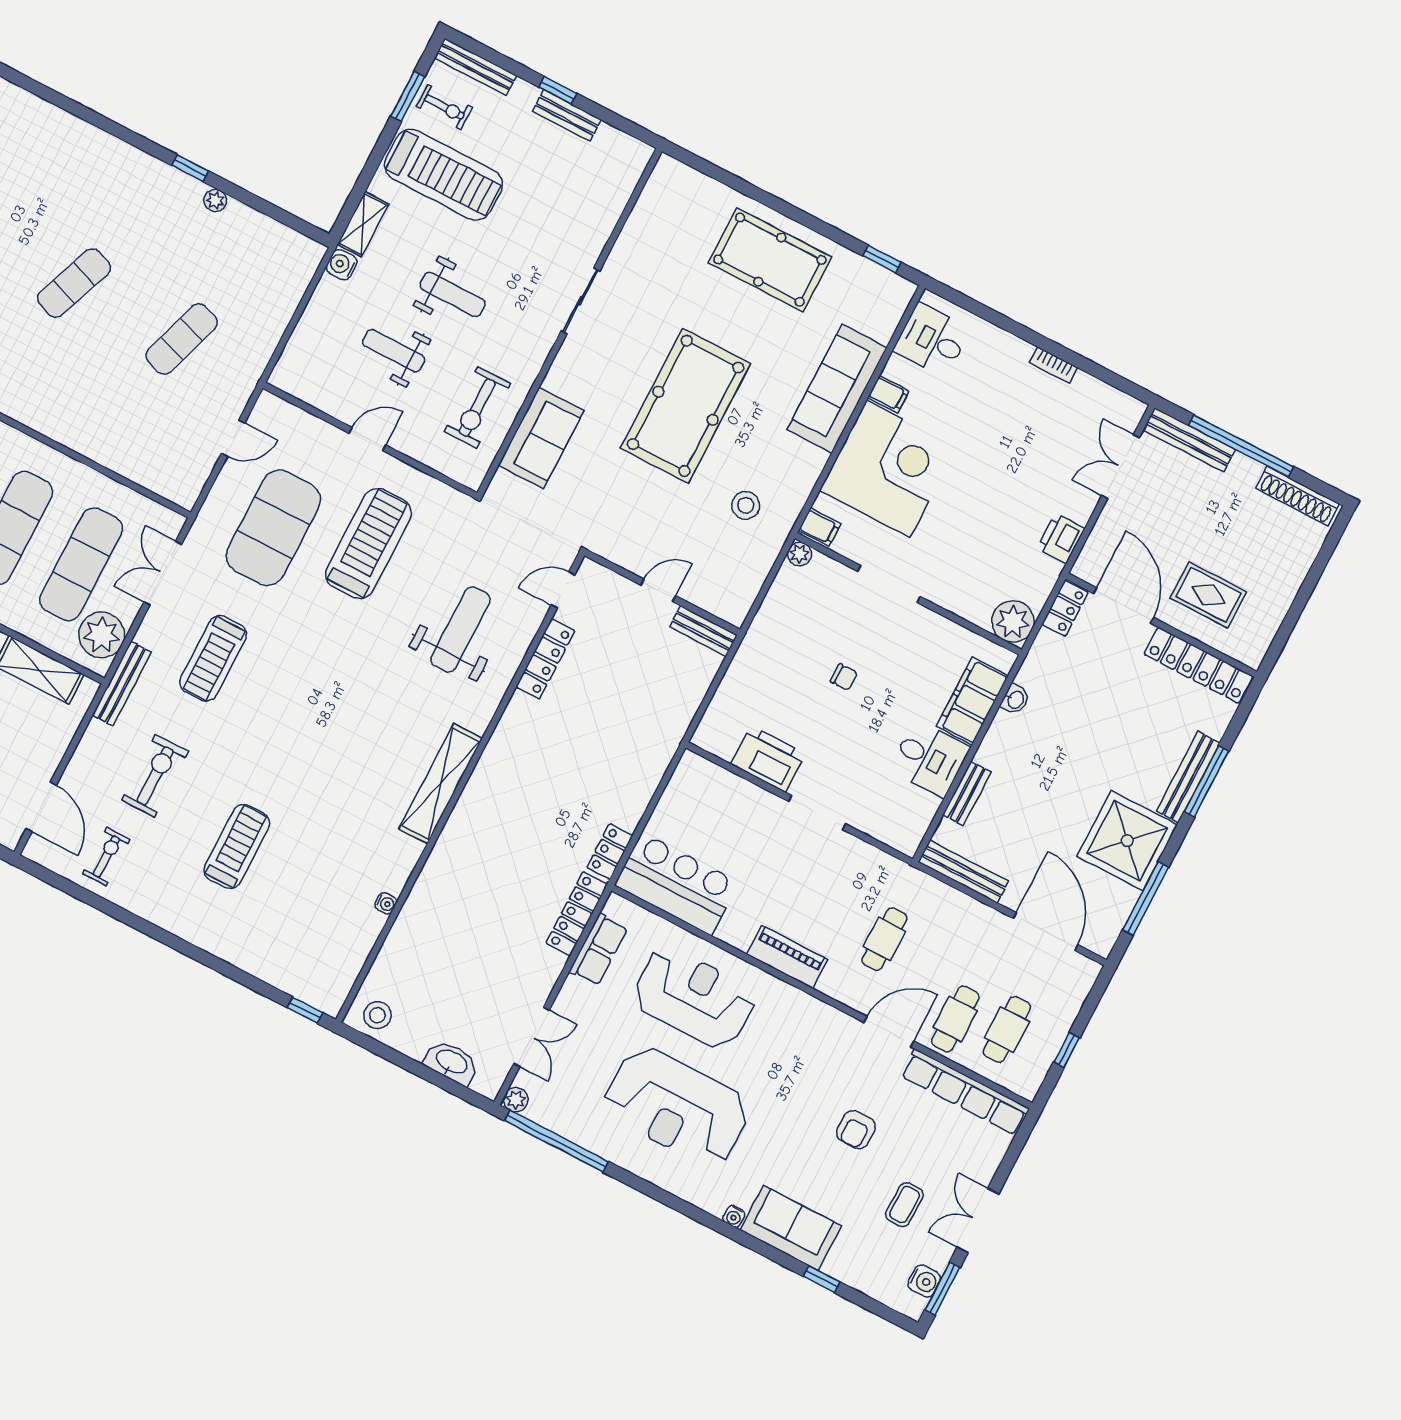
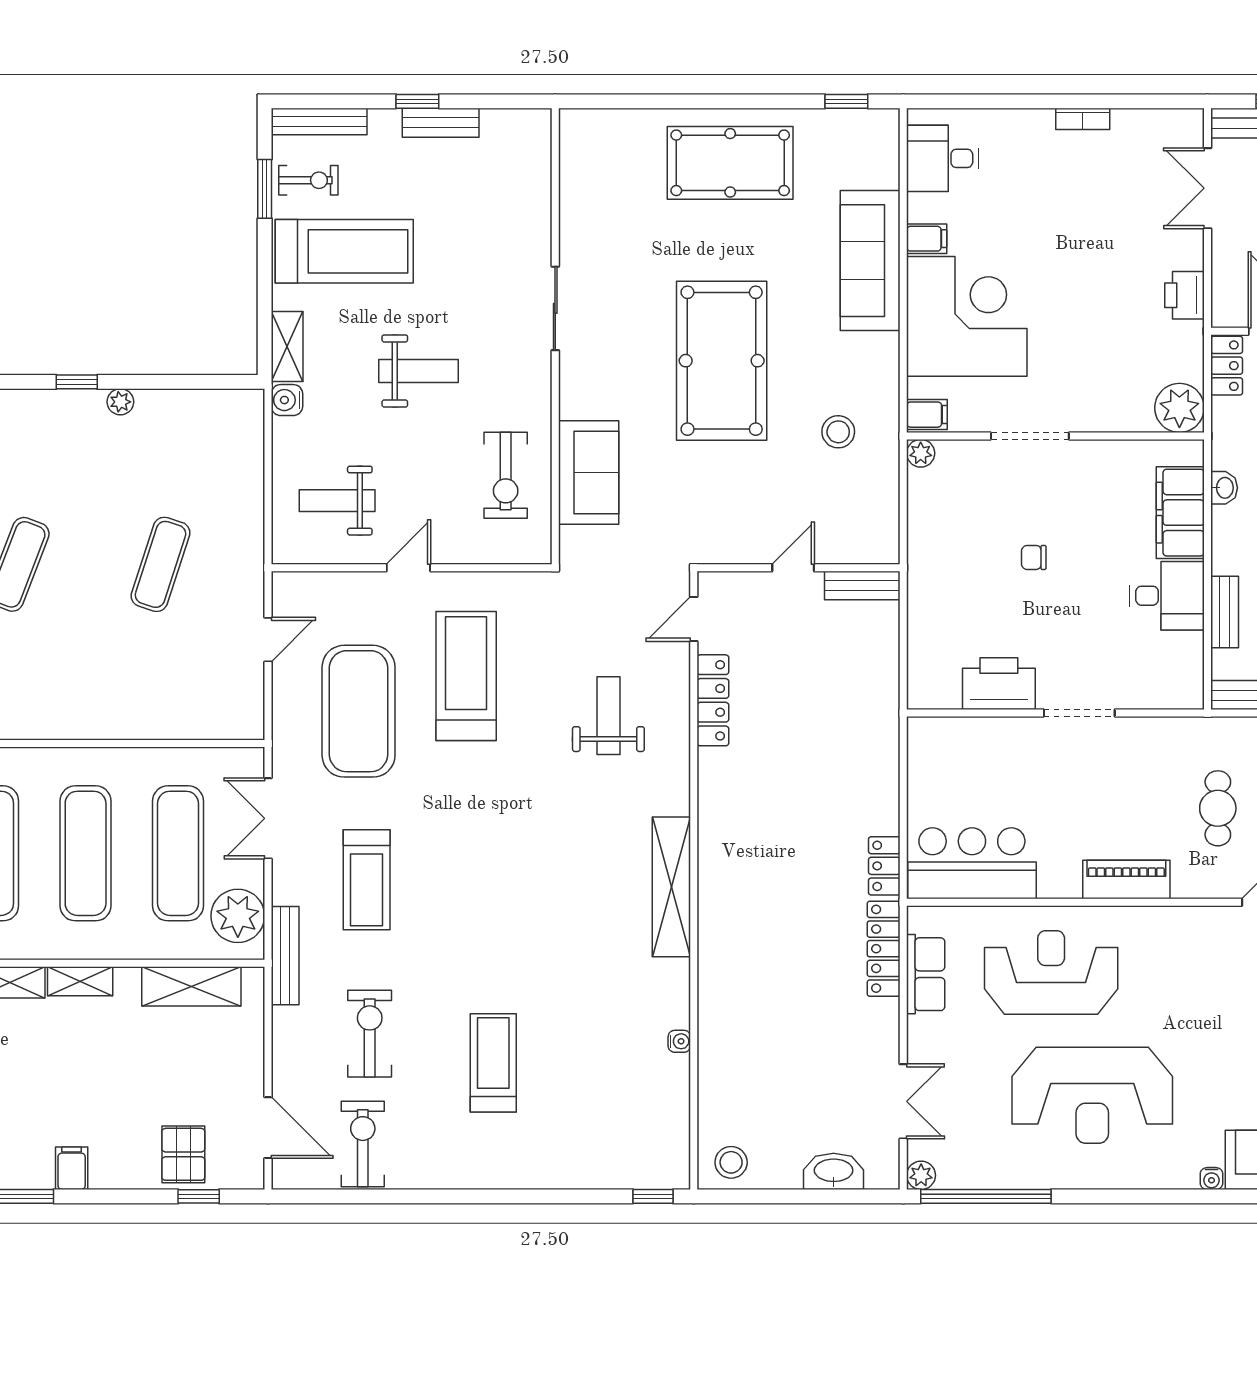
weight bench: (394, 351) -> (337, 501), moved
weight bench: (460, 629) -> (608, 716), width x0.73, depth x0.75
chair: (844, 677) -> (1034, 557), turned 180
exercise bike: (106, 856) -> (363, 1144), width x1.38, depth x1.39

